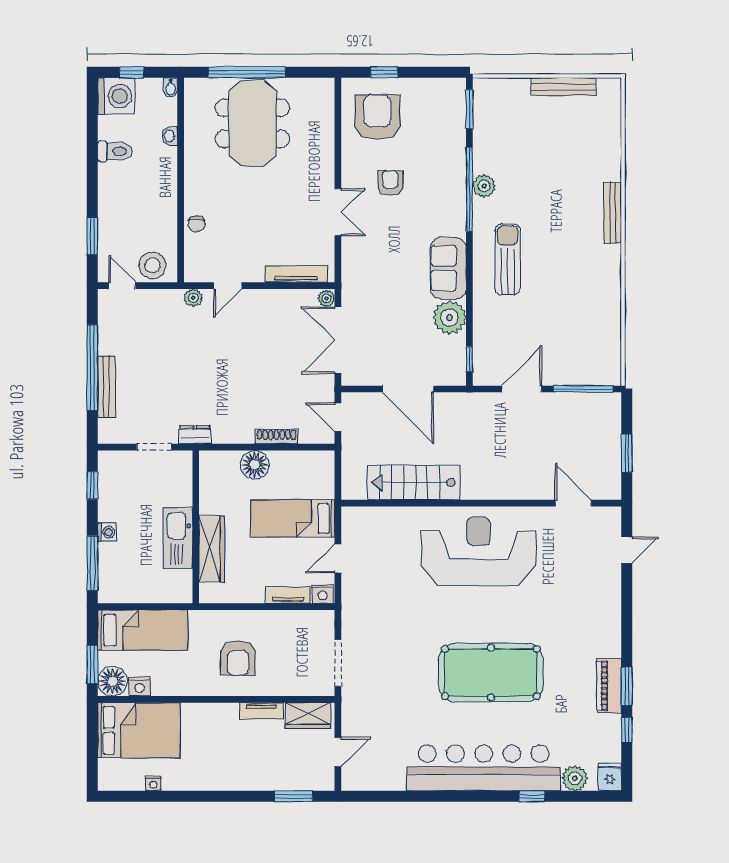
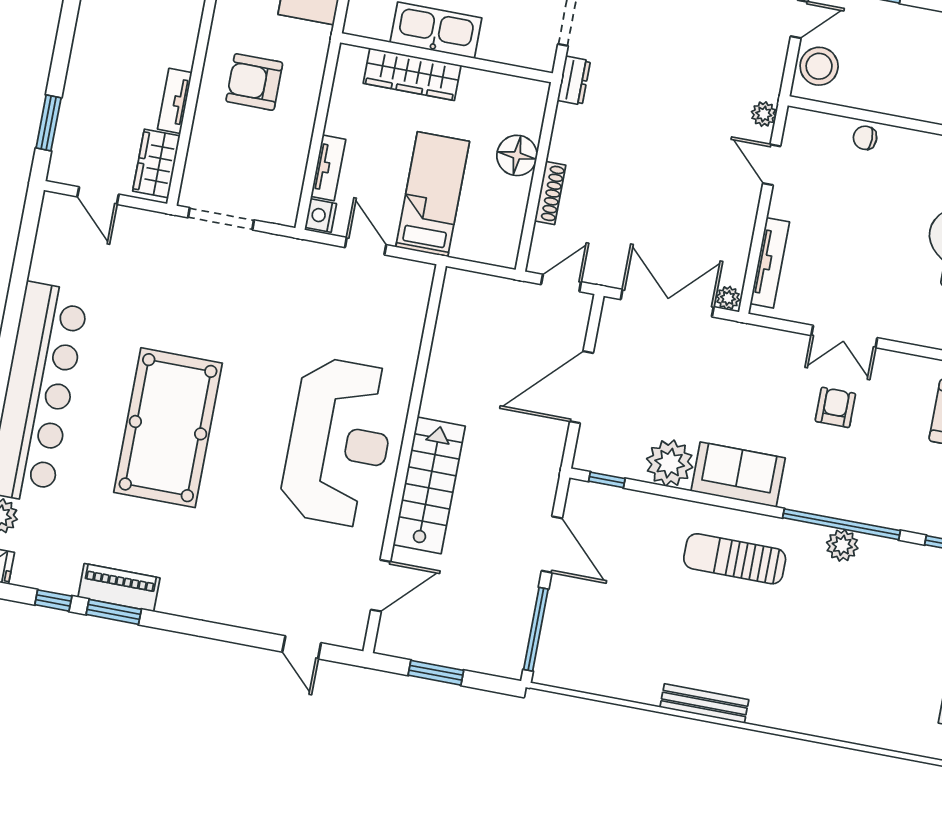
armchair: (390, 183) -> (835, 407), moved, turned -90
bench: (613, 213) -> (704, 704), moved
sun lounger: (508, 259) -> (735, 559), turned 180
stairs: (414, 483) -> (429, 485), moved

